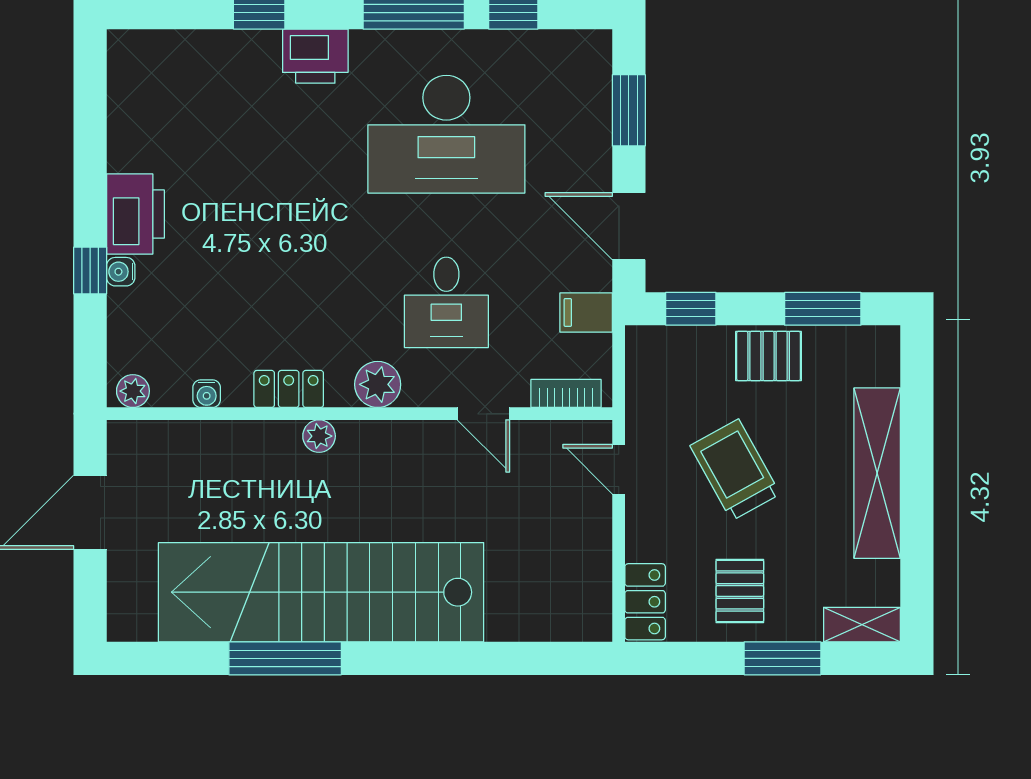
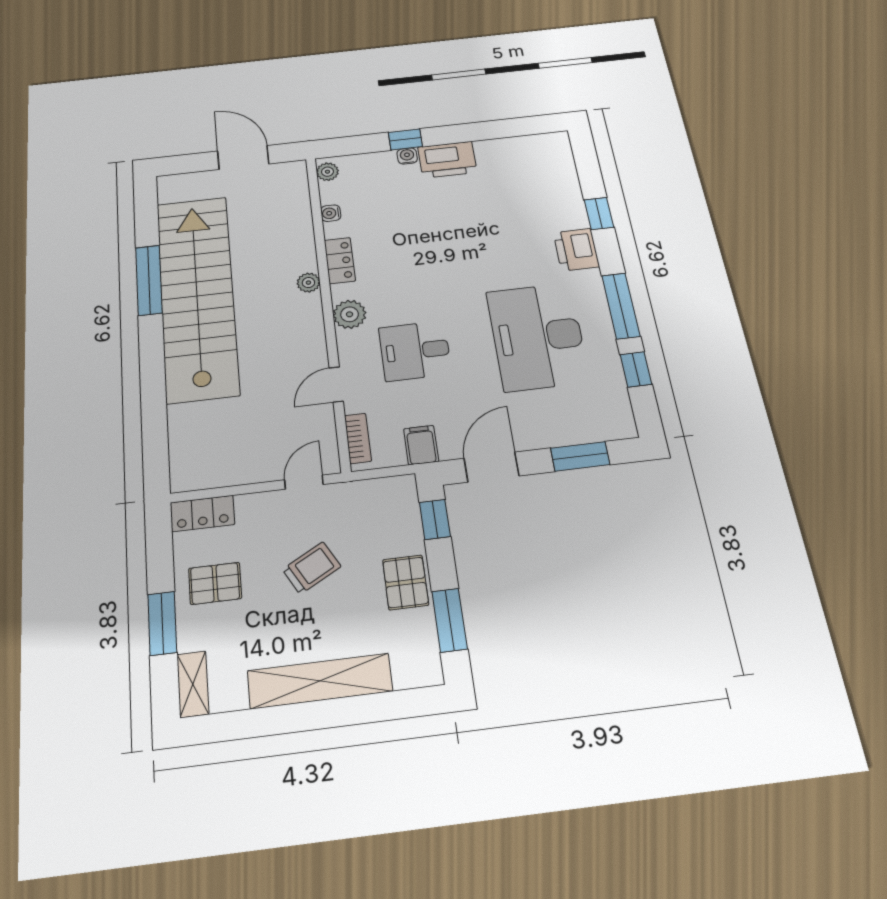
trolley: (735, 470) -> (312, 568), width x0.73, depth x0.72

